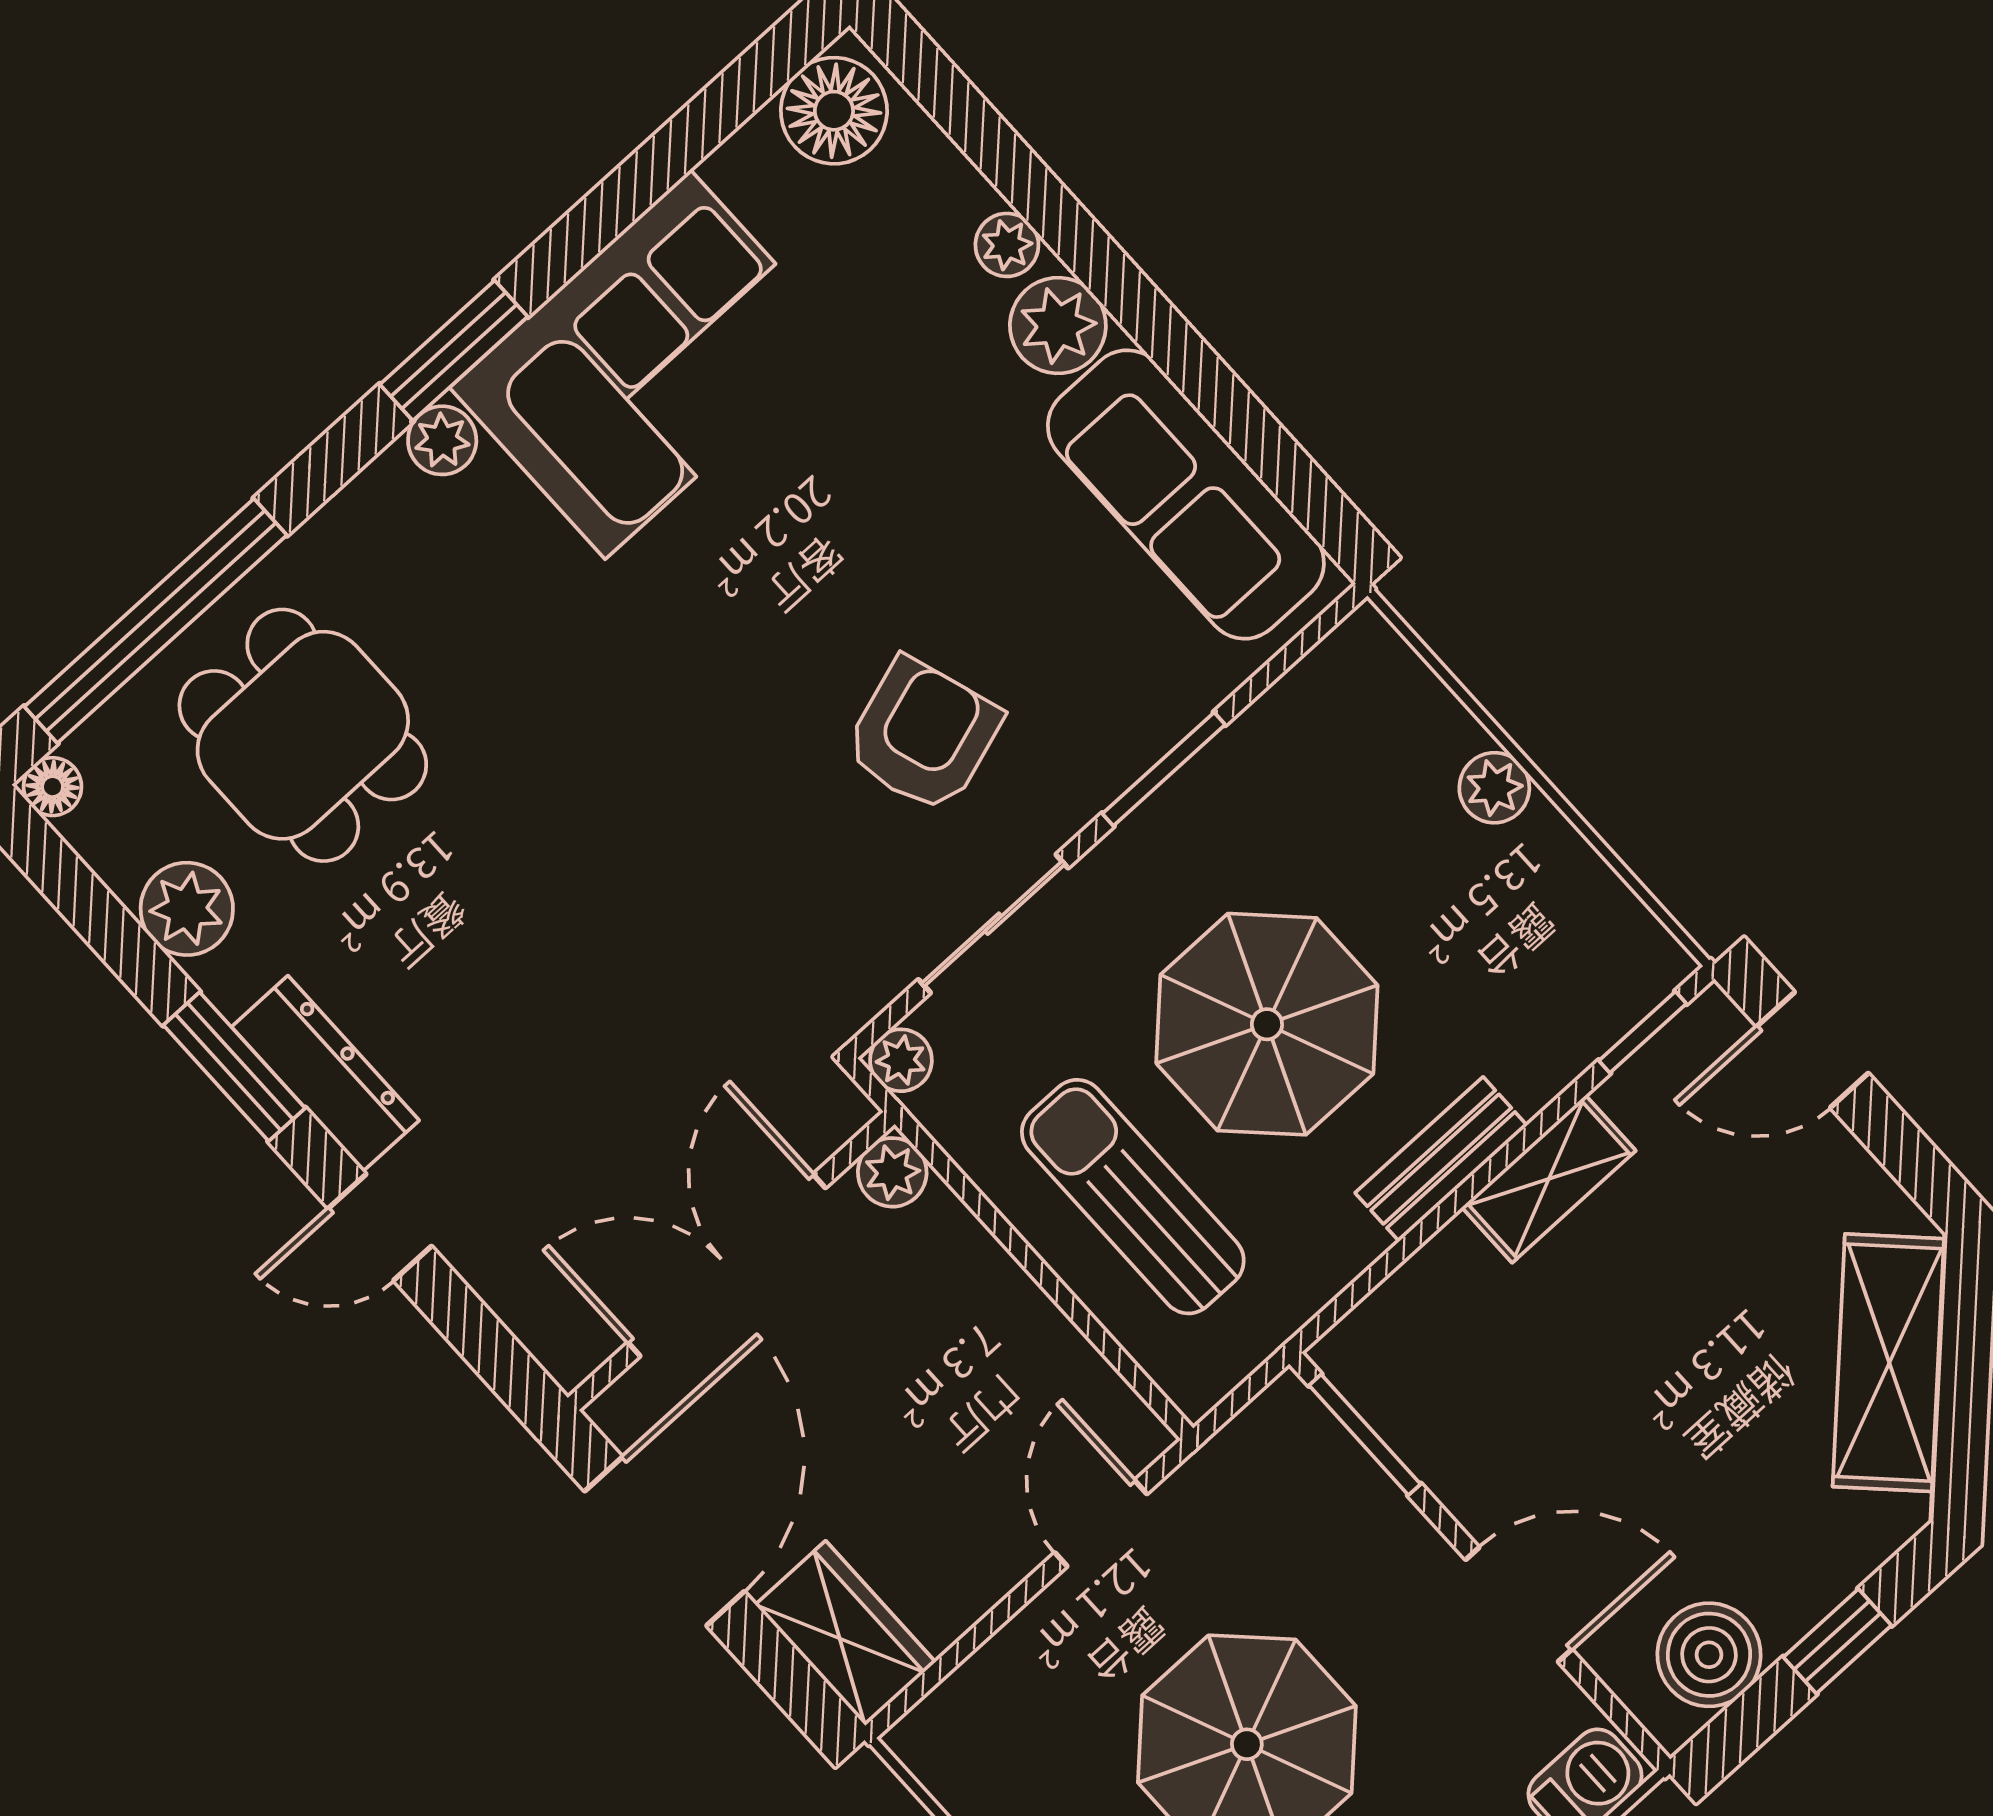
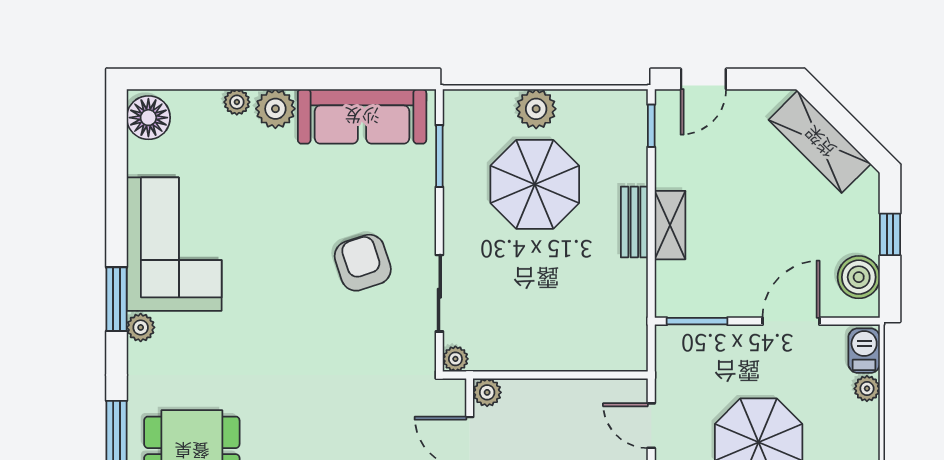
window: (1164, 769) -> (439, 156), moved
plant: (1494, 788) -> (536, 109), width x1.38, depth x1.38
parasol: (1267, 1024) -> (535, 184), moved
shelving: (1549, 1179) -> (670, 225), moved
sun lounger: (1133, 1197) -> (561, 326), removed

